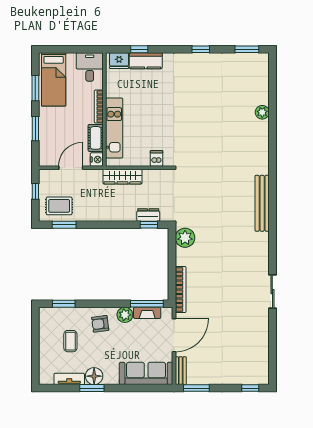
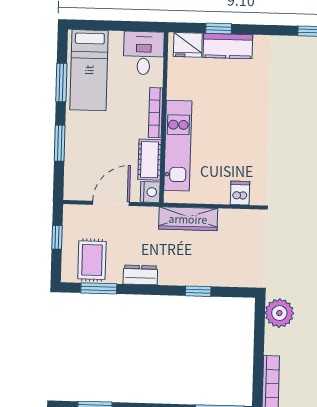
rug: (59, 206) -> (92, 260), turned 90
dresser: (148, 215) -> (140, 275), moved
window: (149, 225) -> (198, 291), moved

